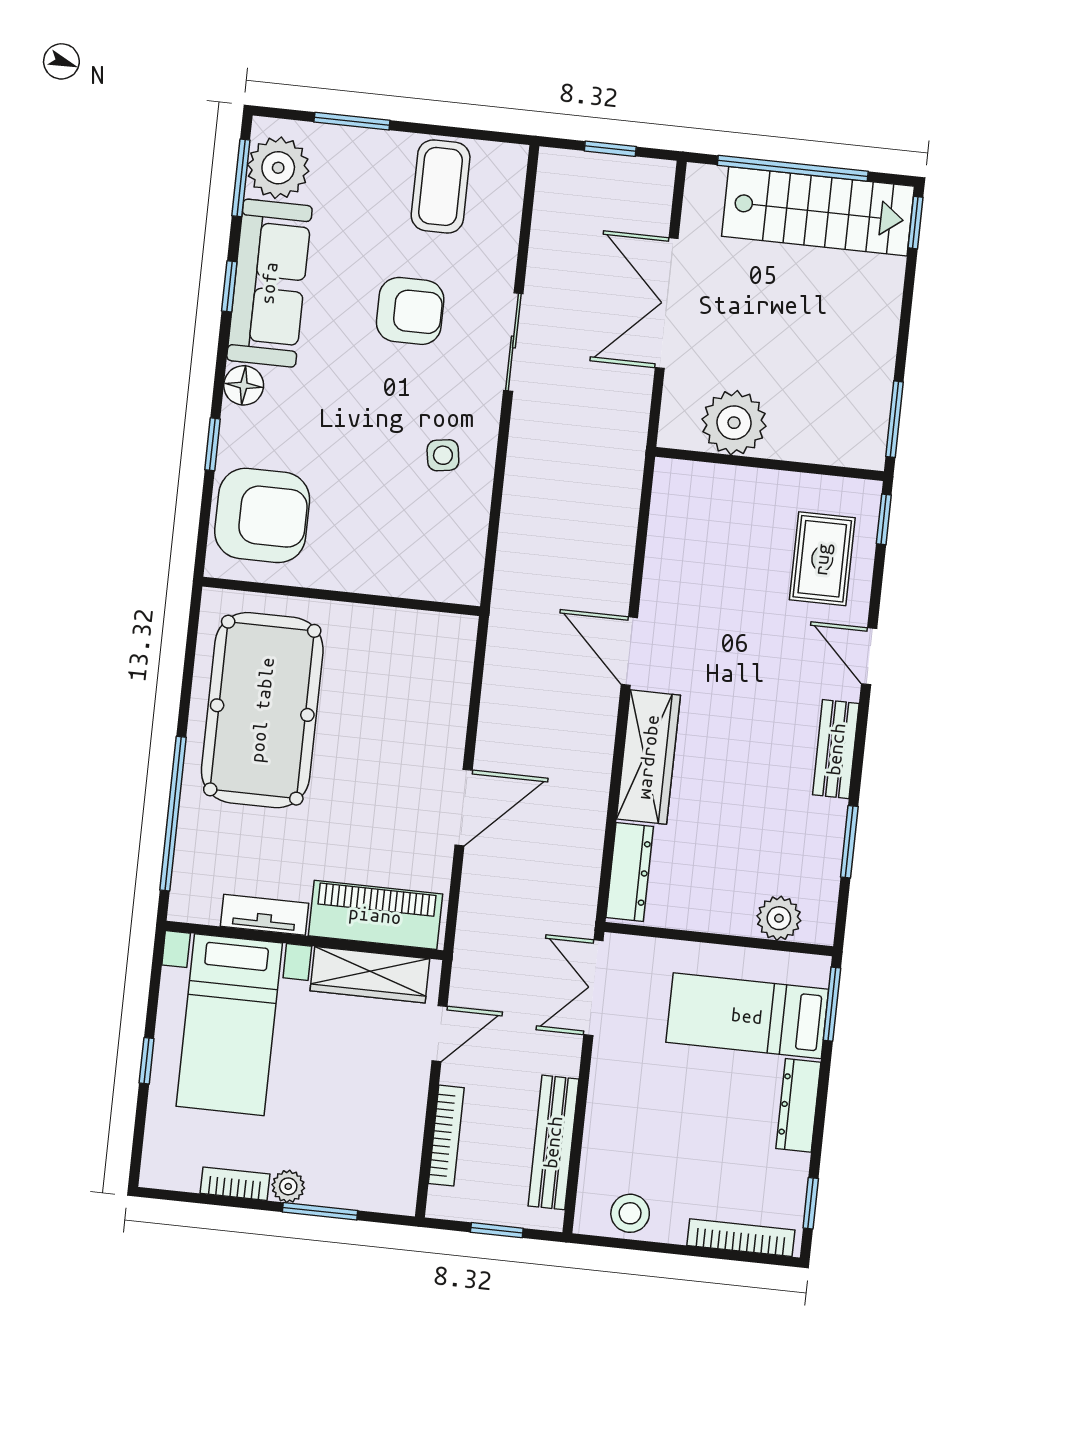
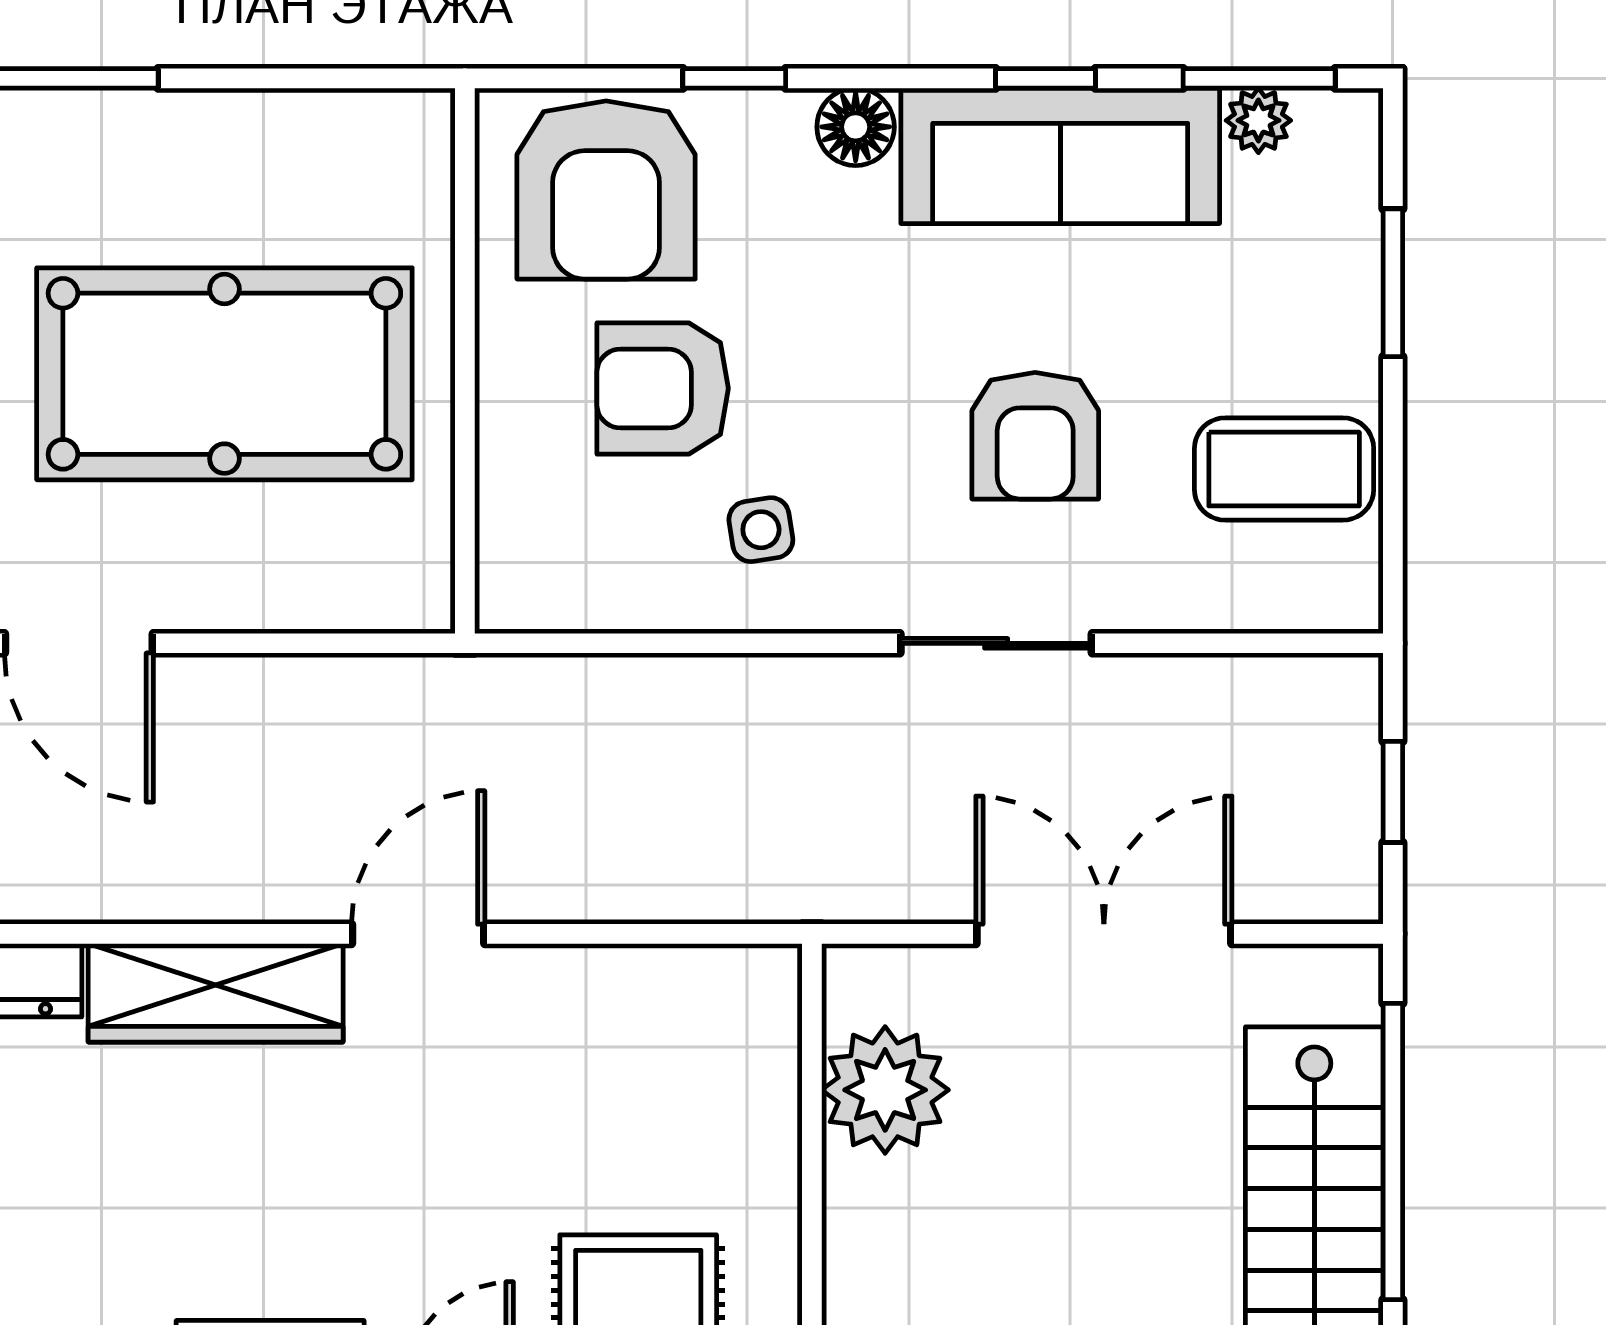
plant: (278, 168) -> (1258, 120), width x0.53, depth x0.53
armchair: (366, 497) -> (663, 388), added
pool table: (262, 710) -> (224, 374), moved

